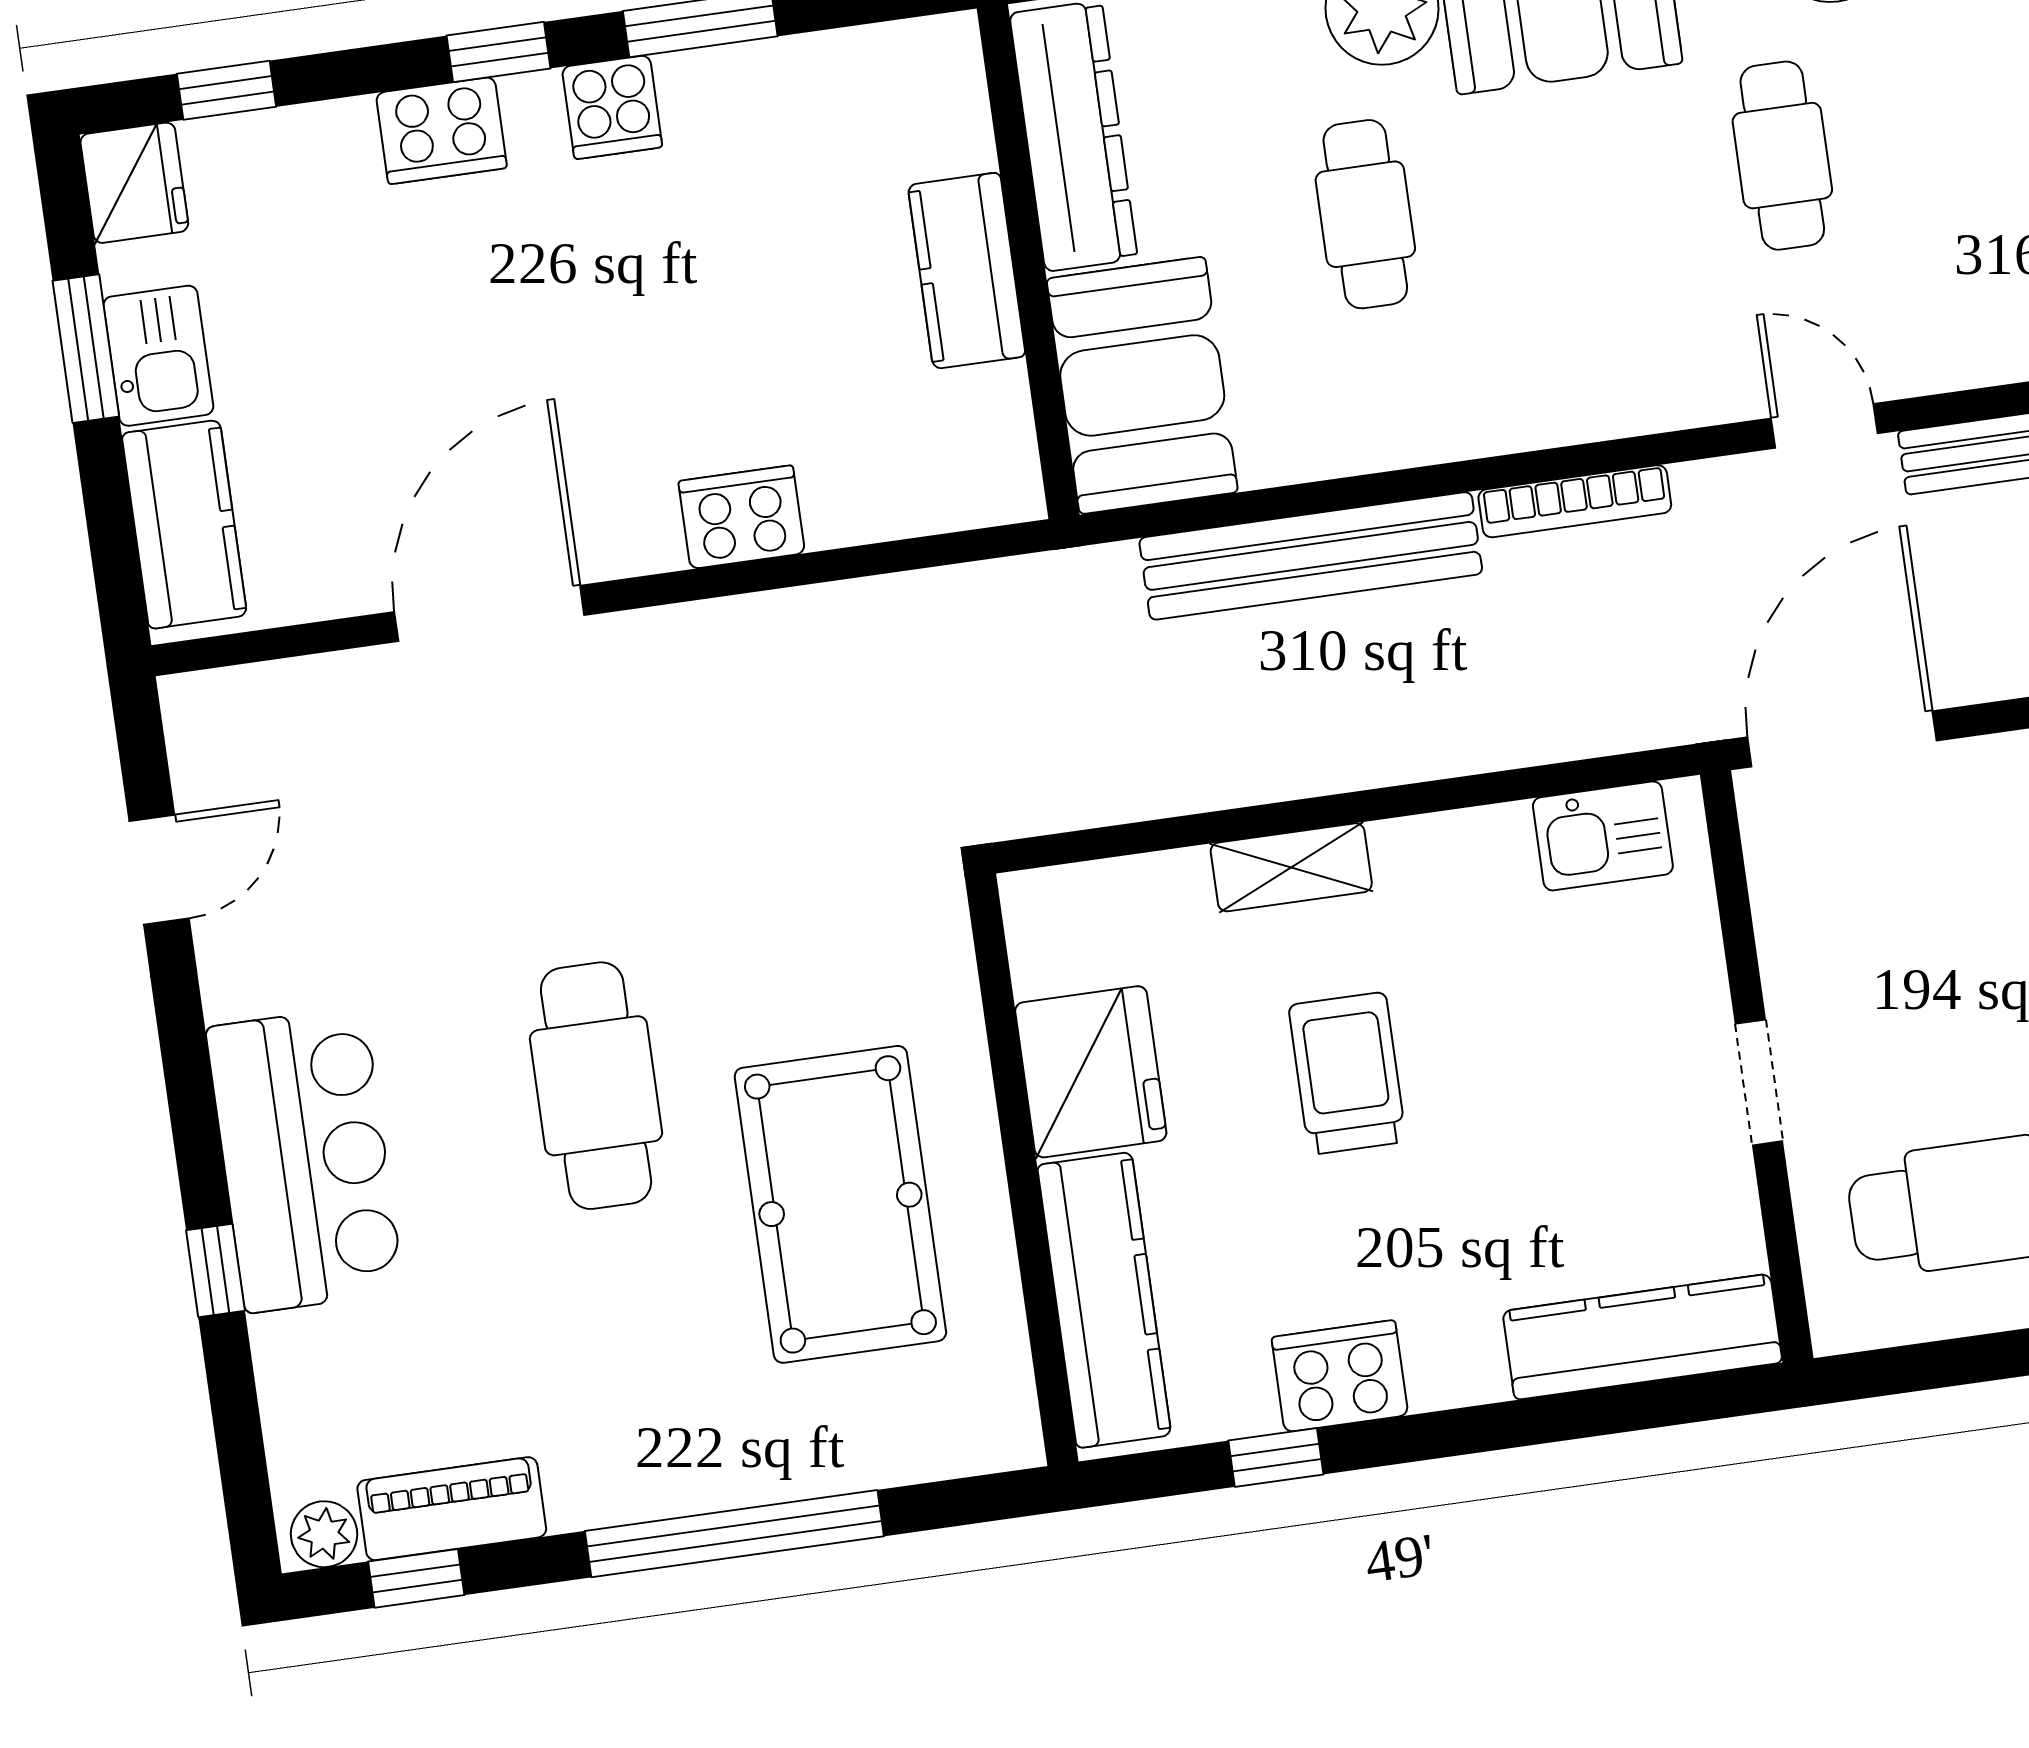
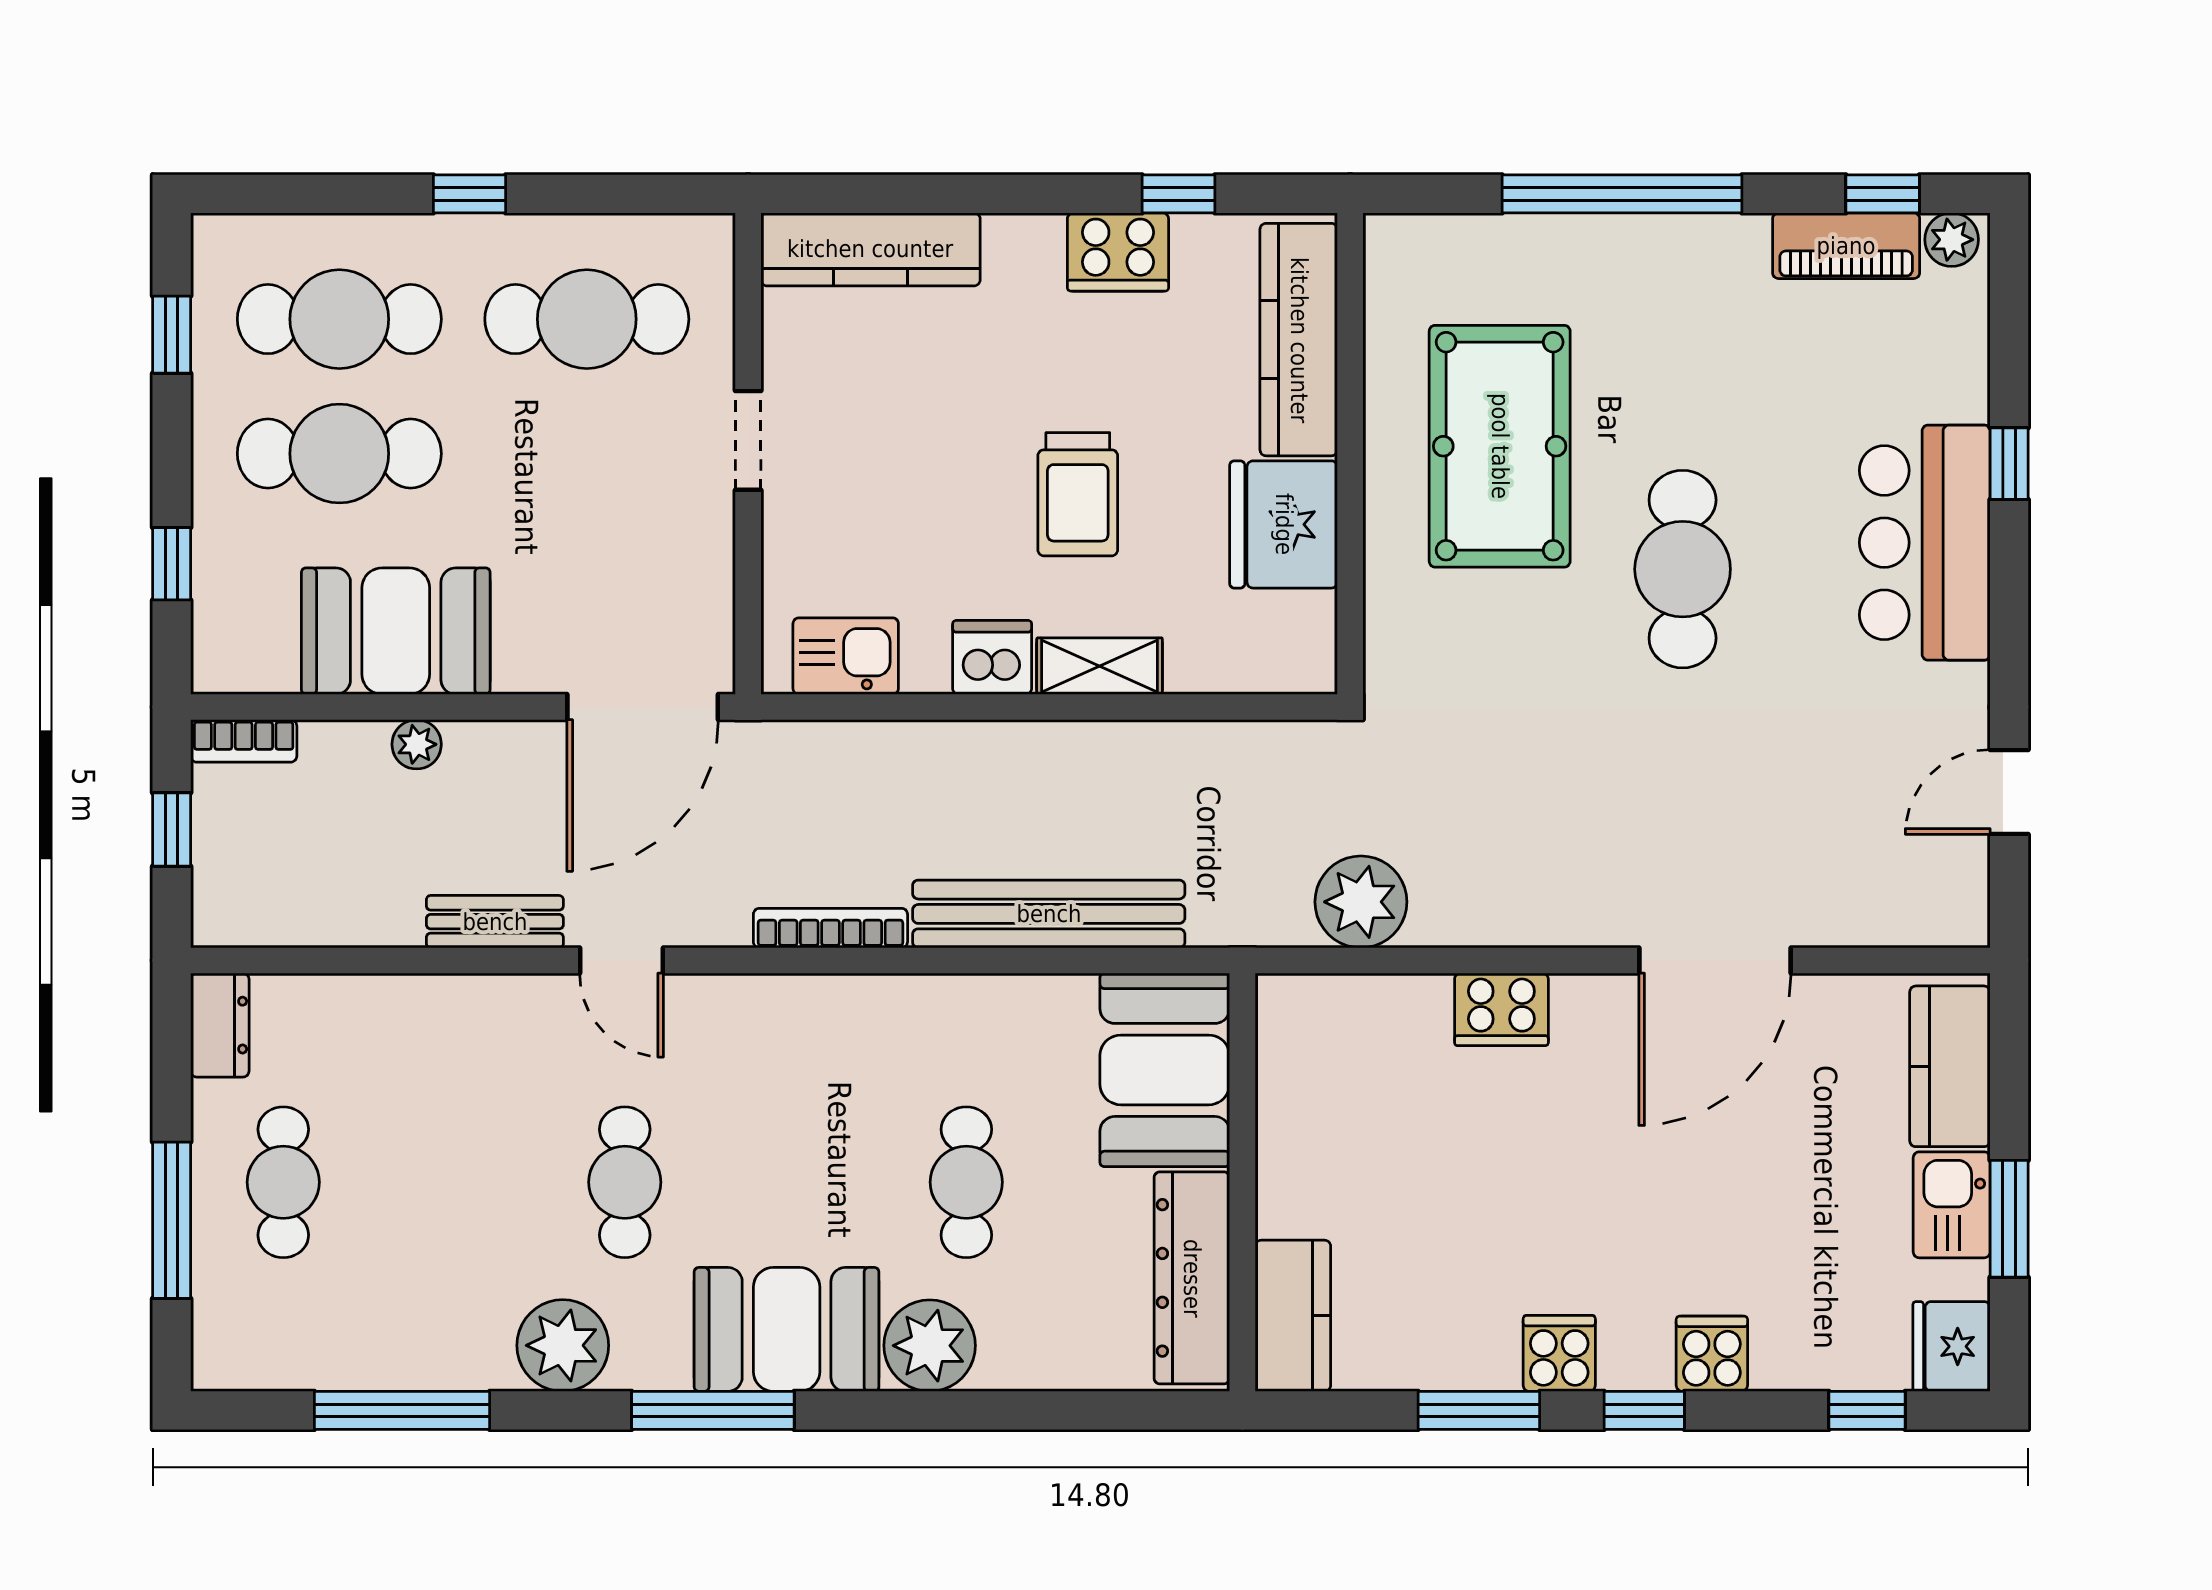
cooker: (441, 131) -> (1712, 1354), width x0.73
kitchen counter: (967, 271) -> (1293, 1316), moved
plant: (932, 624) -> (1361, 902), added
dishwasher: (1424, 859) -> (992, 657), added

